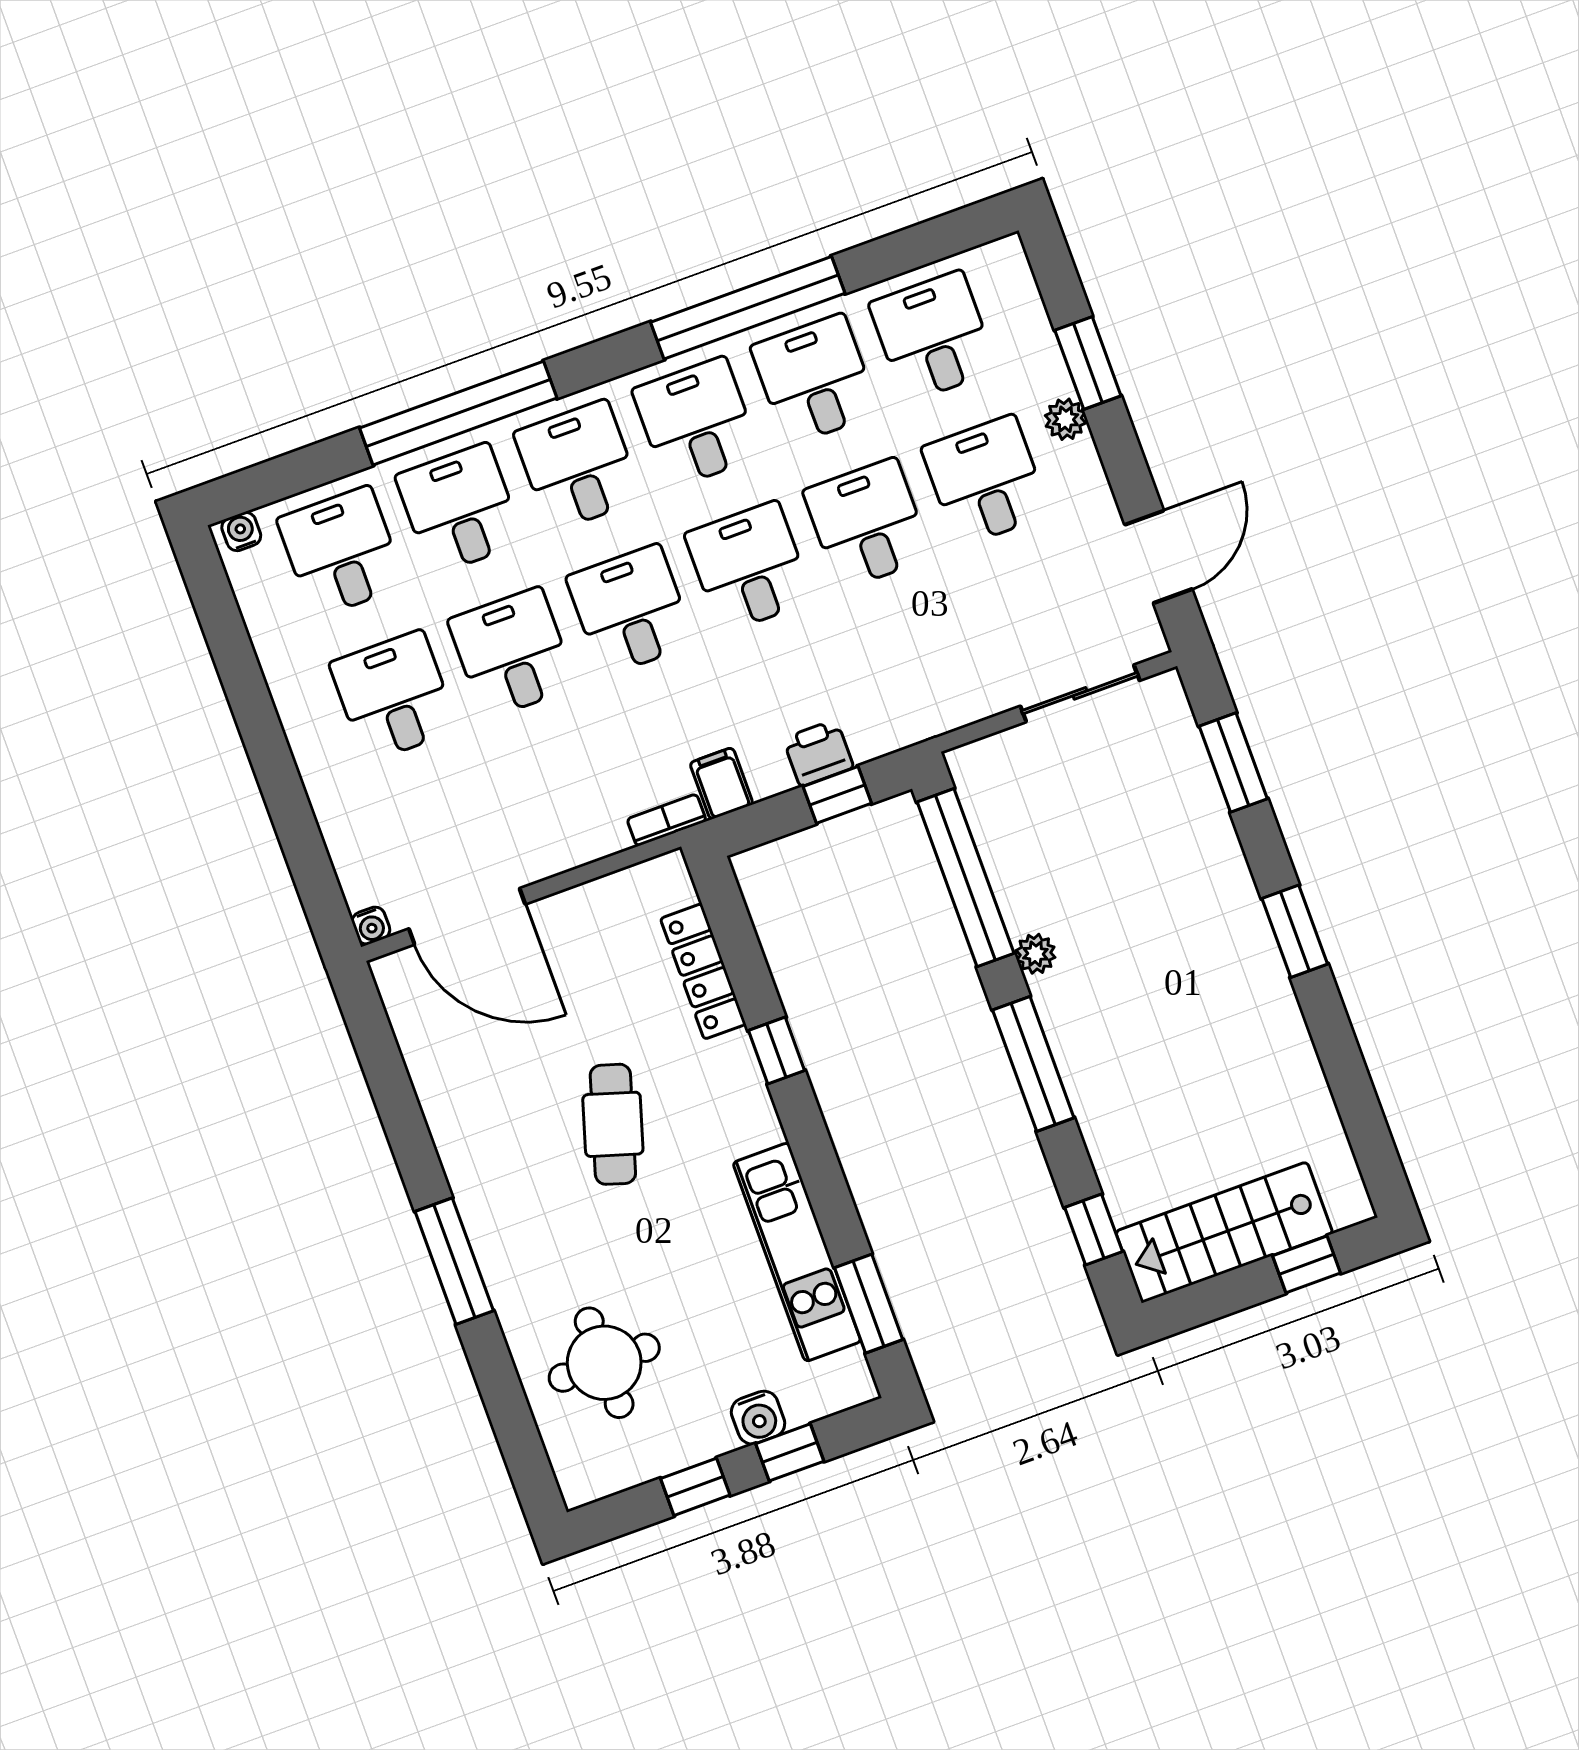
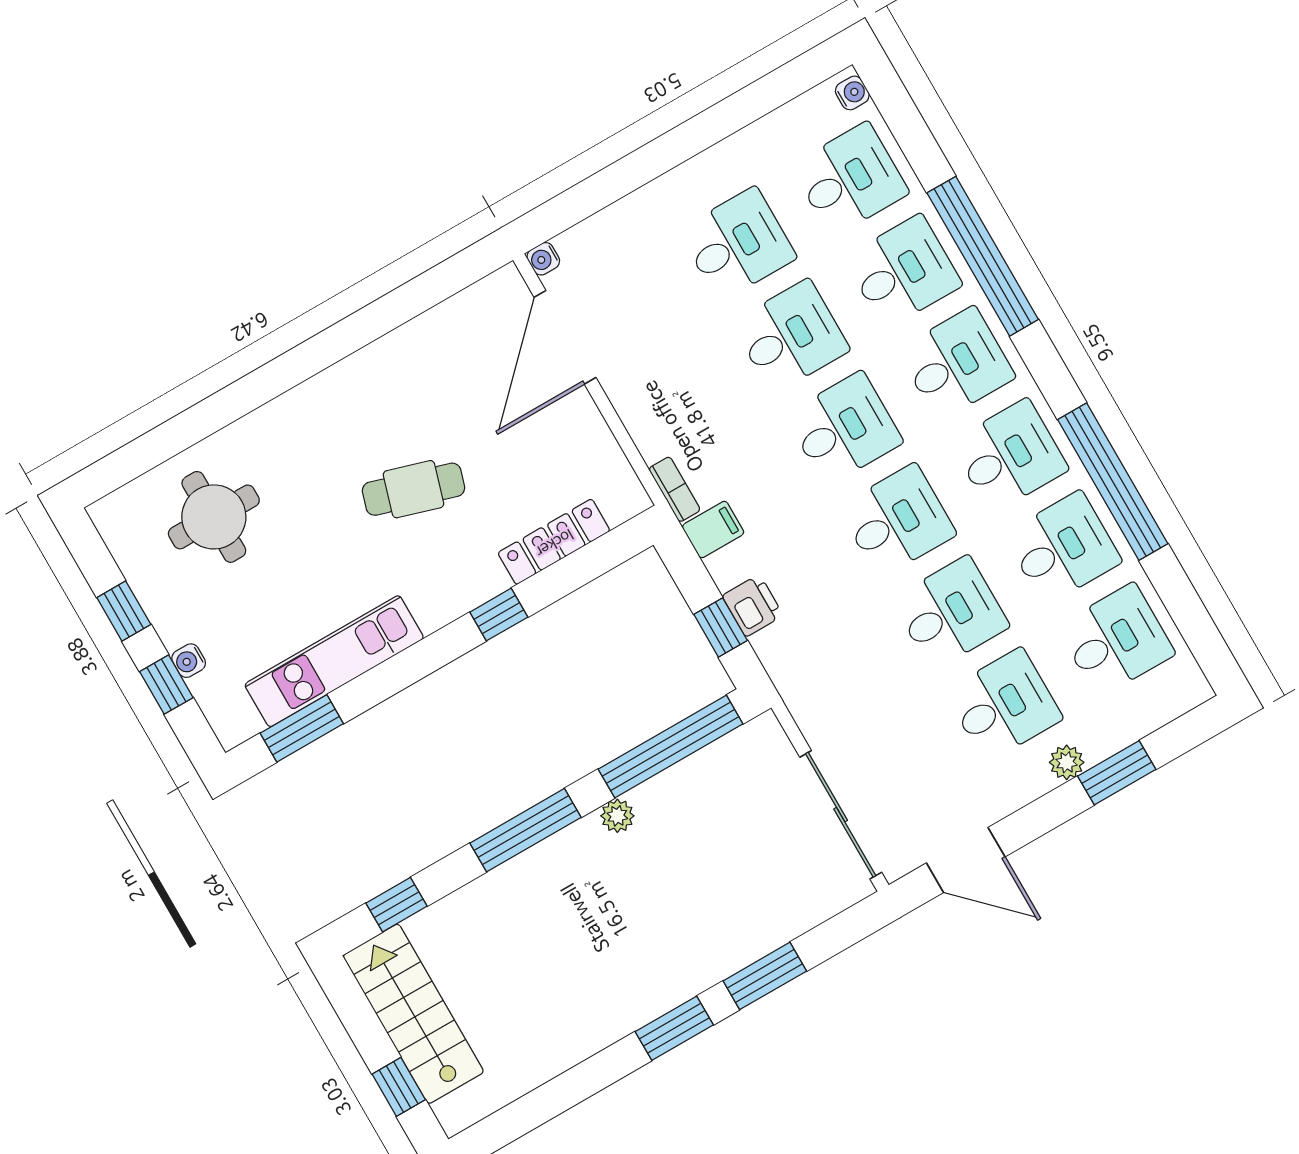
sliding door: (1080, 693) -> (841, 815), width x1.37
window: (1233, 763) -> (765, 976), moved
window: (454, 1261) -> (276, 377), removed
water cooler: (758, 1418) -> (189, 661), width x0.72, depth x0.72

